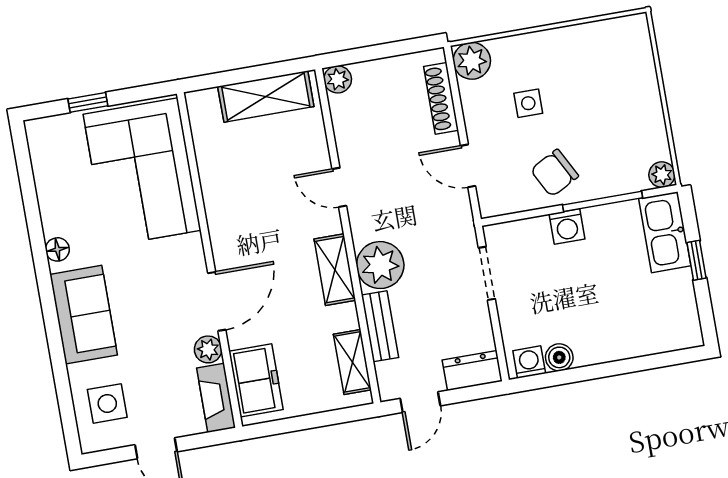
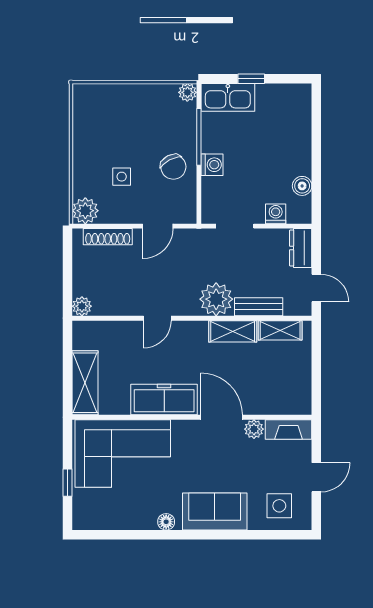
shelving: (266, 96) -> (85, 383), moved
shelving: (335, 270) -> (233, 331), moved
washing machine: (529, 362) -> (276, 214), moved, turned 90
freezer: (256, 380) -> (164, 400), moved, width x1.40

